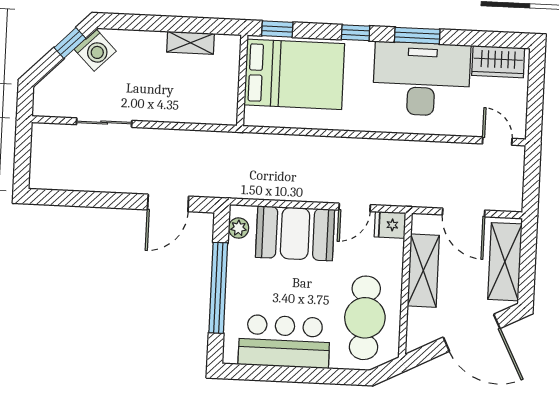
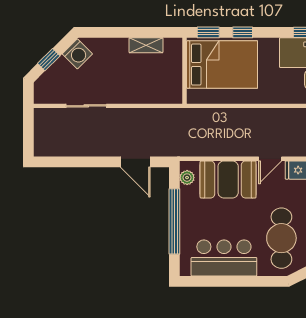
window: (356, 33) -> (243, 32), moved
window: (70, 43) -> (49, 60), moved
door: (168, 203) -> (135, 162), hinge flipped

